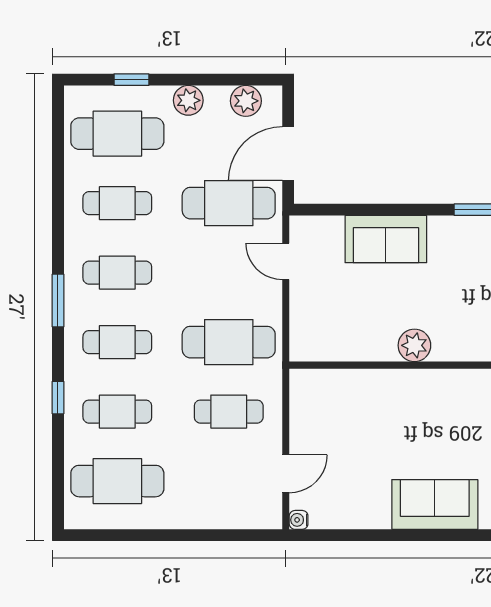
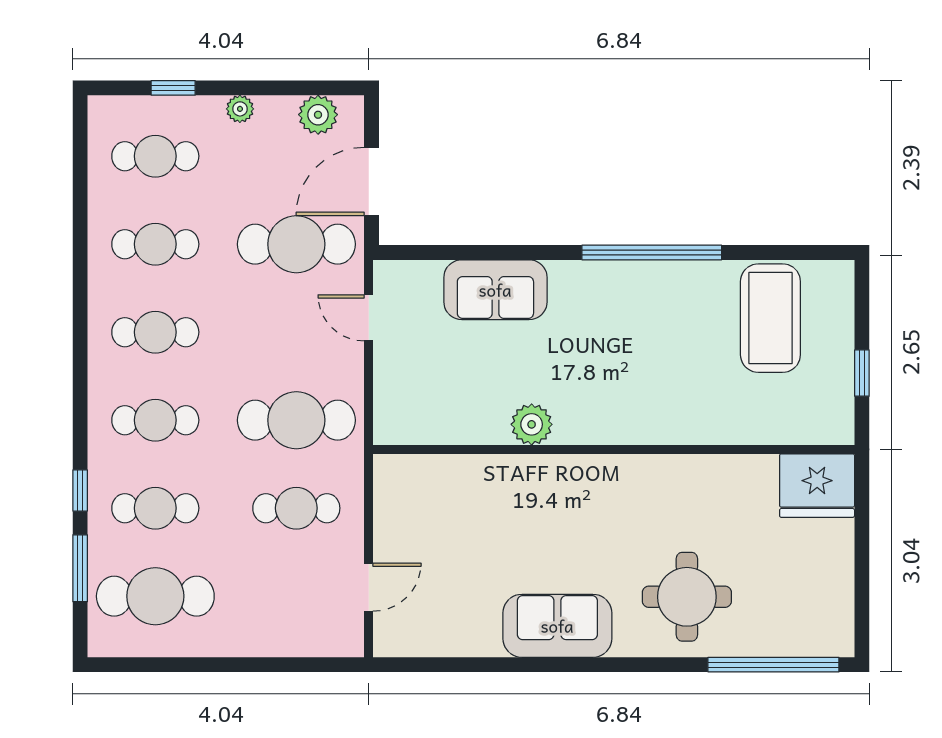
plant: (188, 100) -> (240, 109), width x0.73, depth x0.73
cafe table: (117, 134) -> (155, 156), width x0.73, depth x0.74
window: (58, 301) -> (80, 568), moved
water cooler: (299, 520) -> (385, 645), removed

